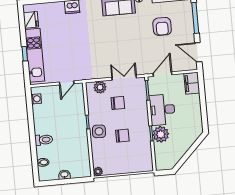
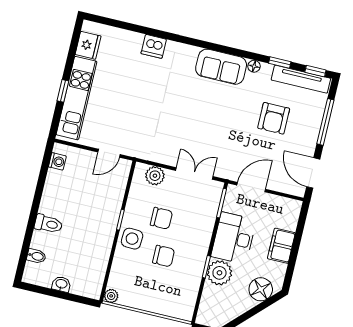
filing cabinet: (192, 83) -> (281, 246), moved
chair: (118, 103) -> (161, 218), moved
floor lamp: (190, 136) -> (261, 289), added

